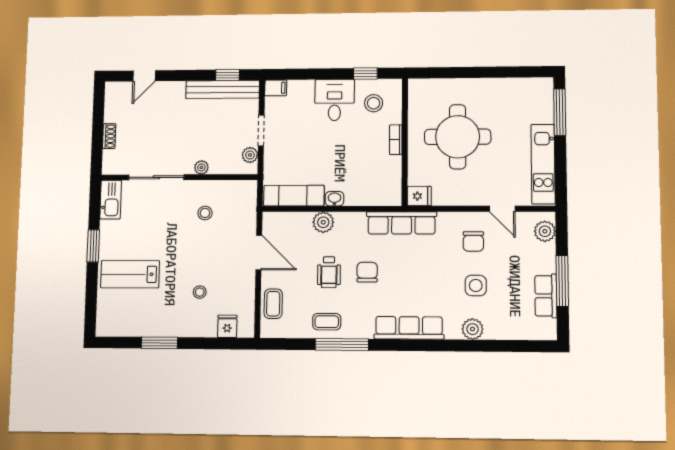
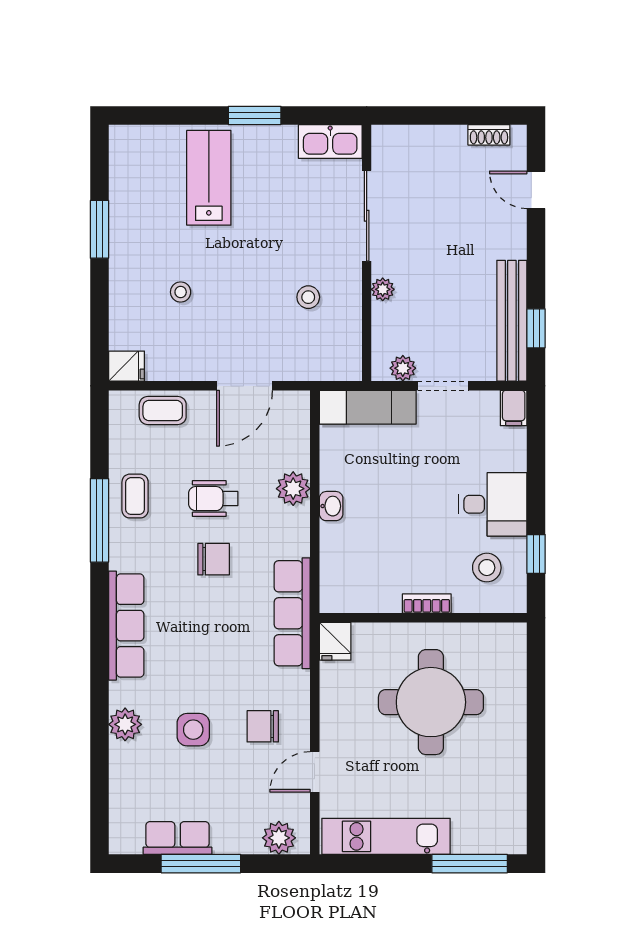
shoe rack: (109, 136) -> (489, 135), moved
exam couch: (294, 196) -> (368, 407), moved, turned 90
fridge: (227, 326) -> (127, 366), moved

